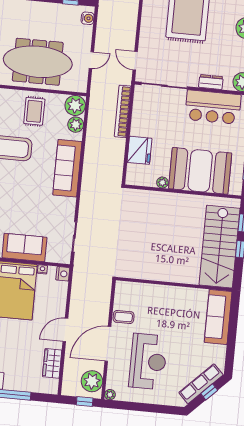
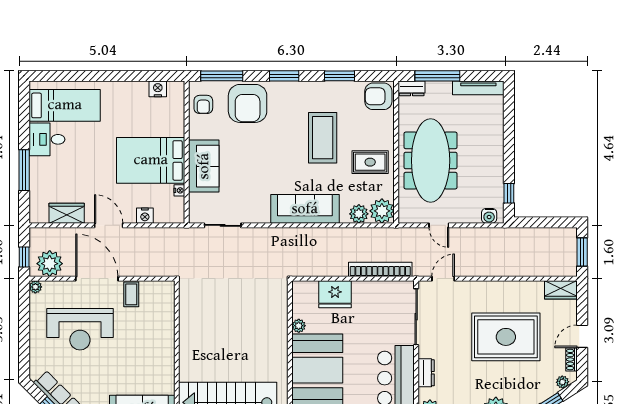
nightstand: (63, 274) -> (145, 216), moved

